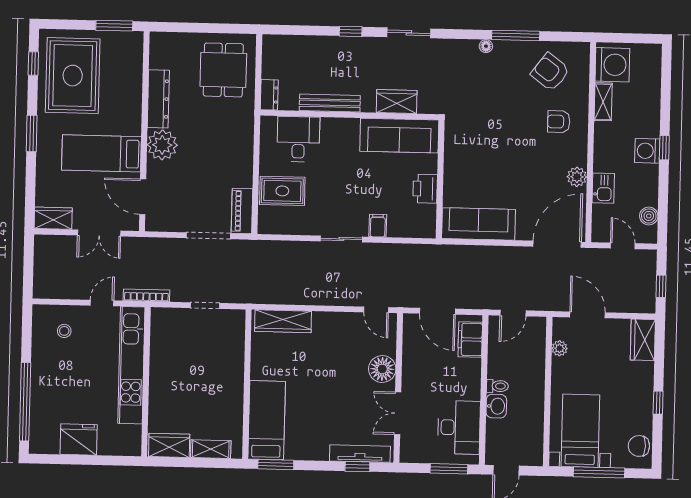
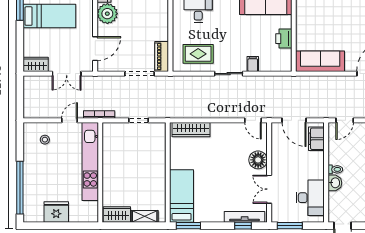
bed: (101, 153) -> (49, 16), moved, turned 180
rug: (282, 191) -> (198, 54), moved
door: (143, 197) -> (95, 49), swing flipped
window: (449, 469) -> (290, 226), moved

